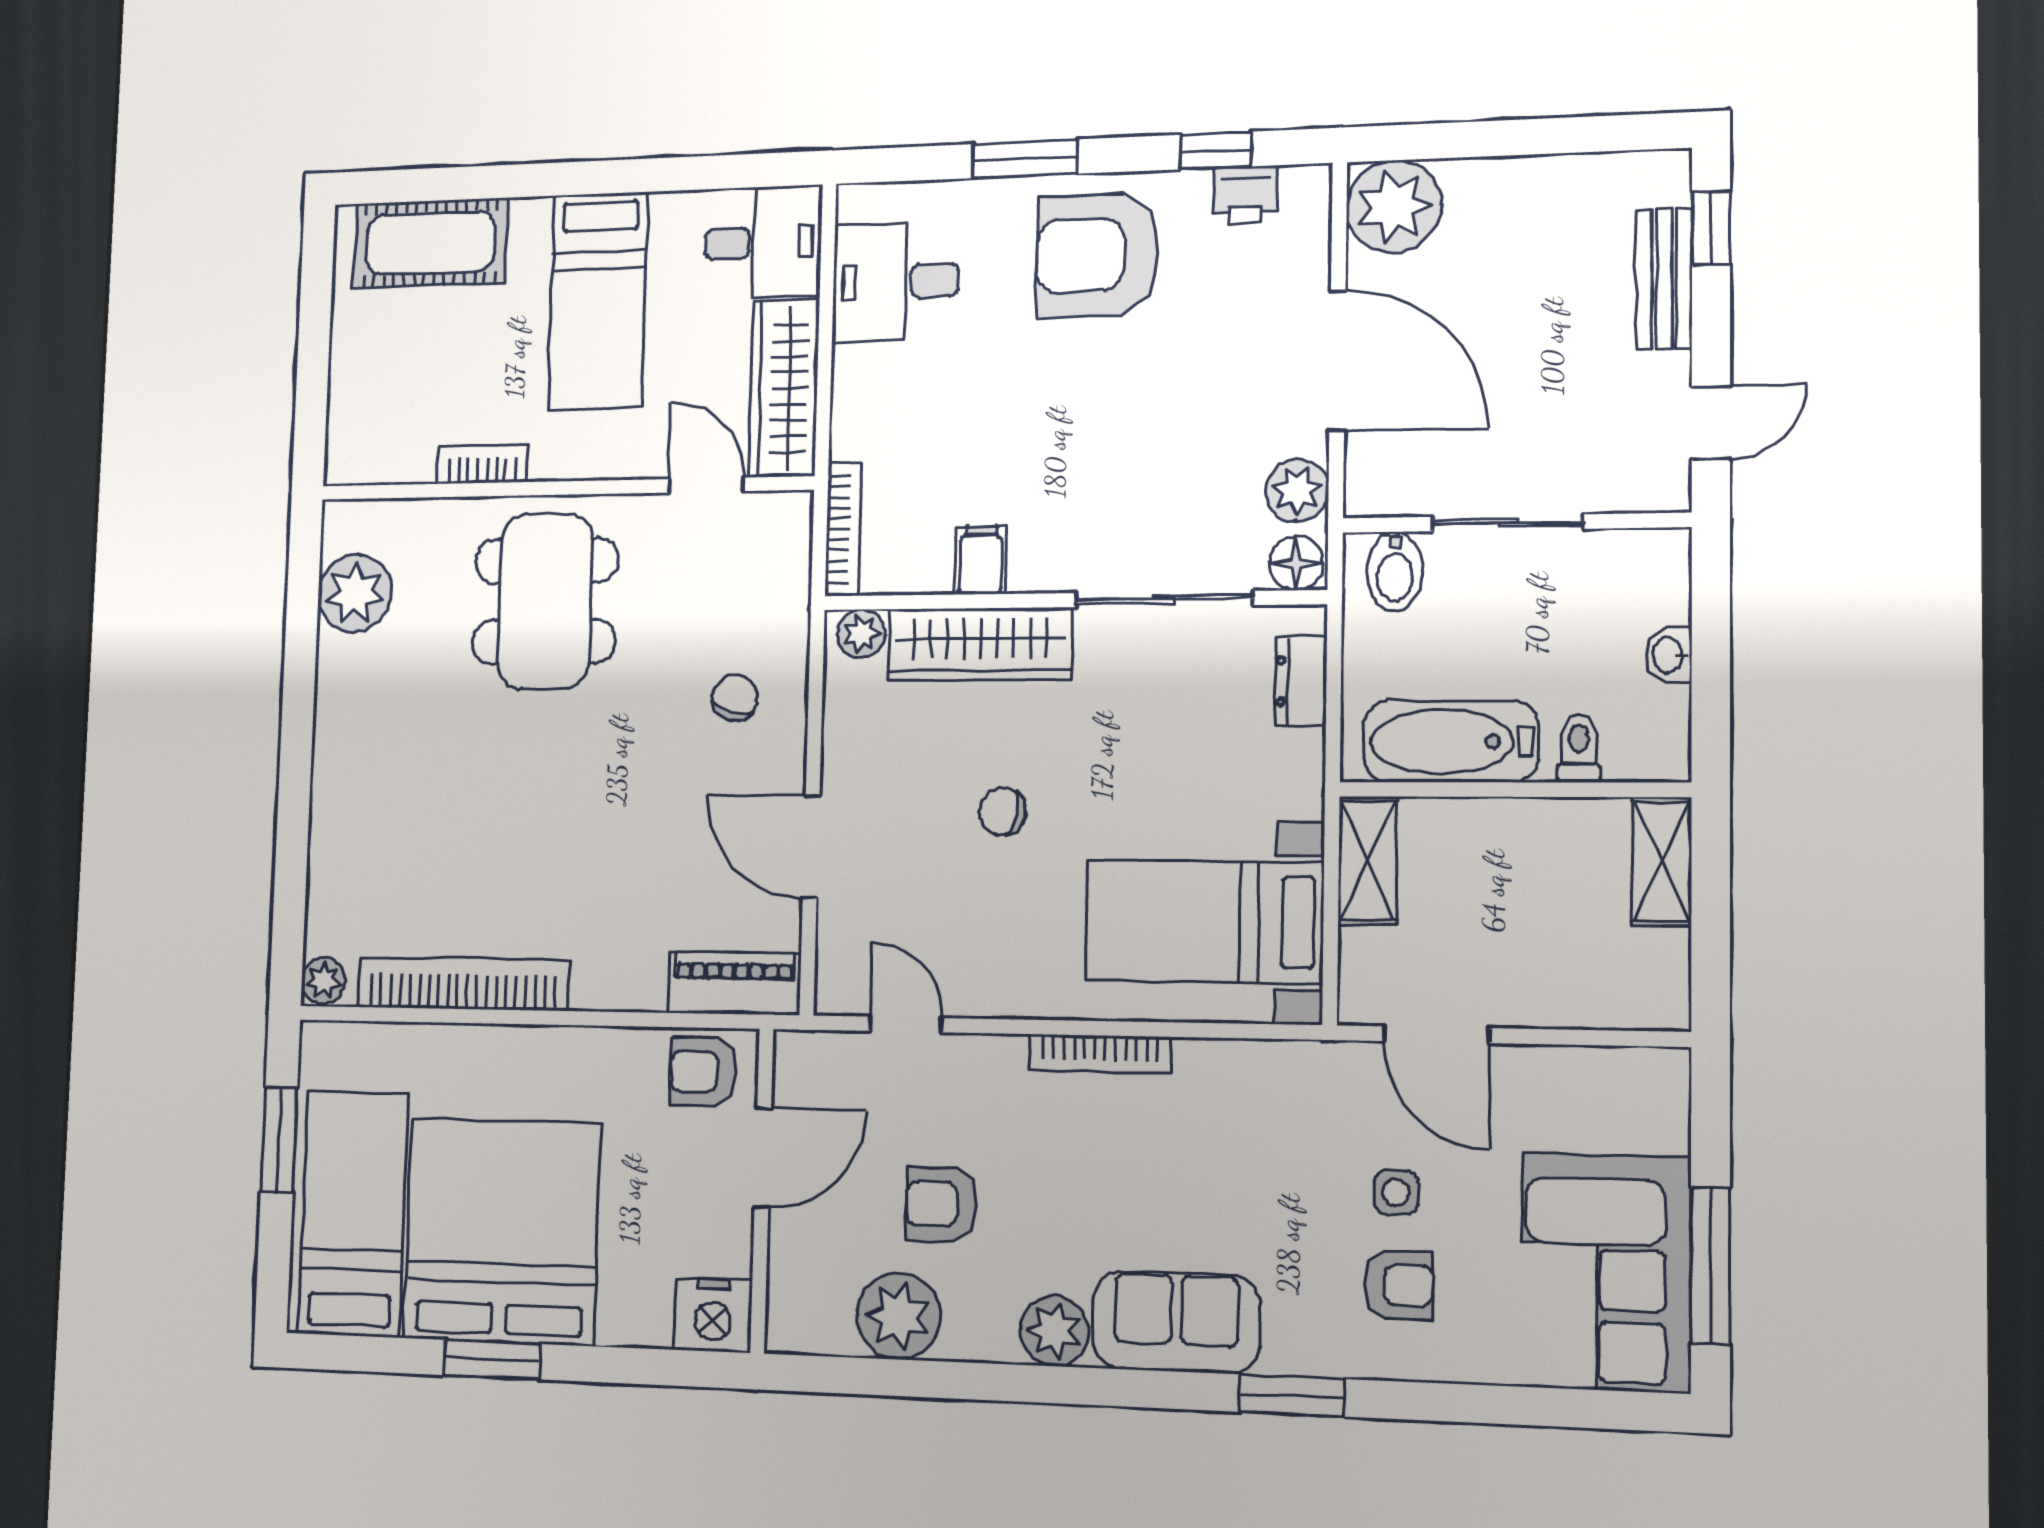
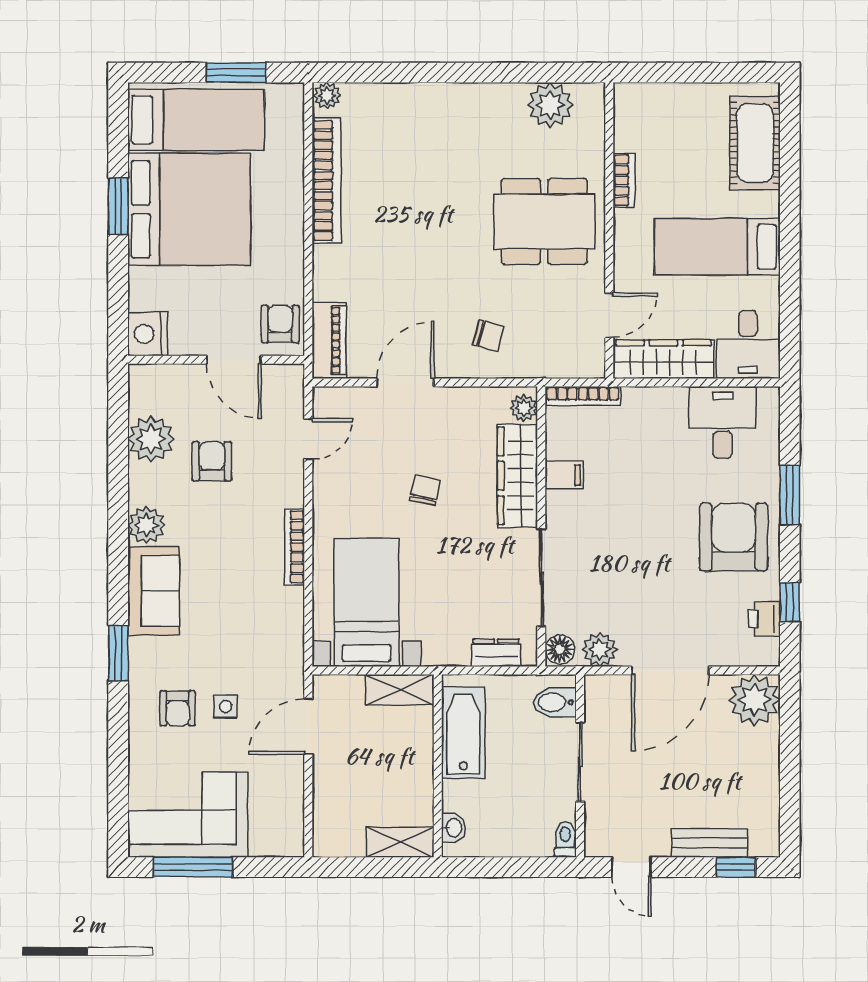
washbasin: (1669, 655) -> (453, 828), moved, turned 90
toilet: (1579, 748) -> (565, 839), moved, turned -90

